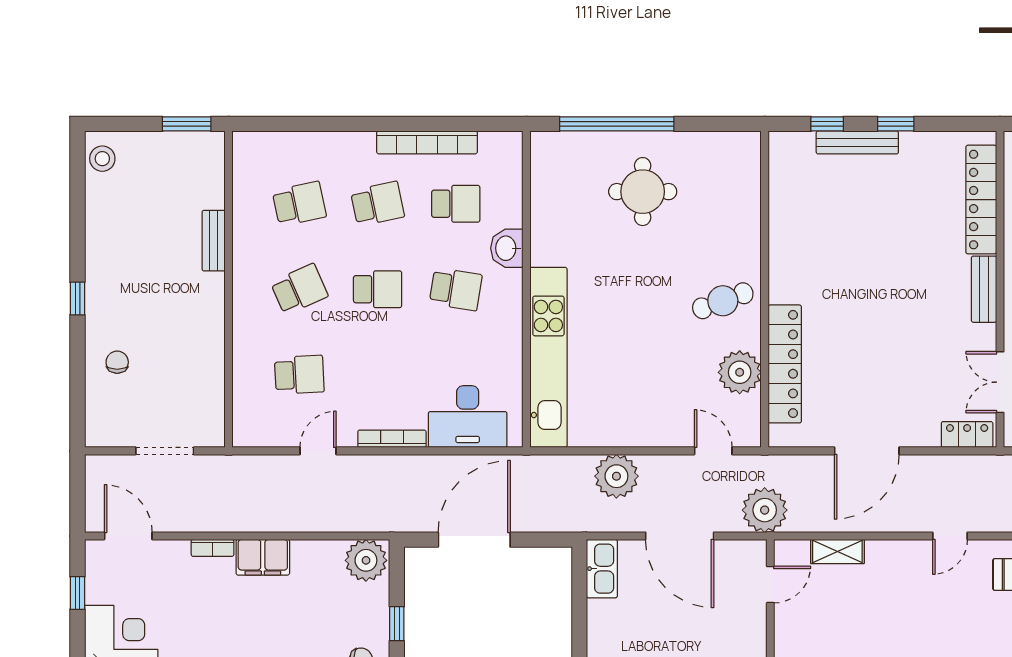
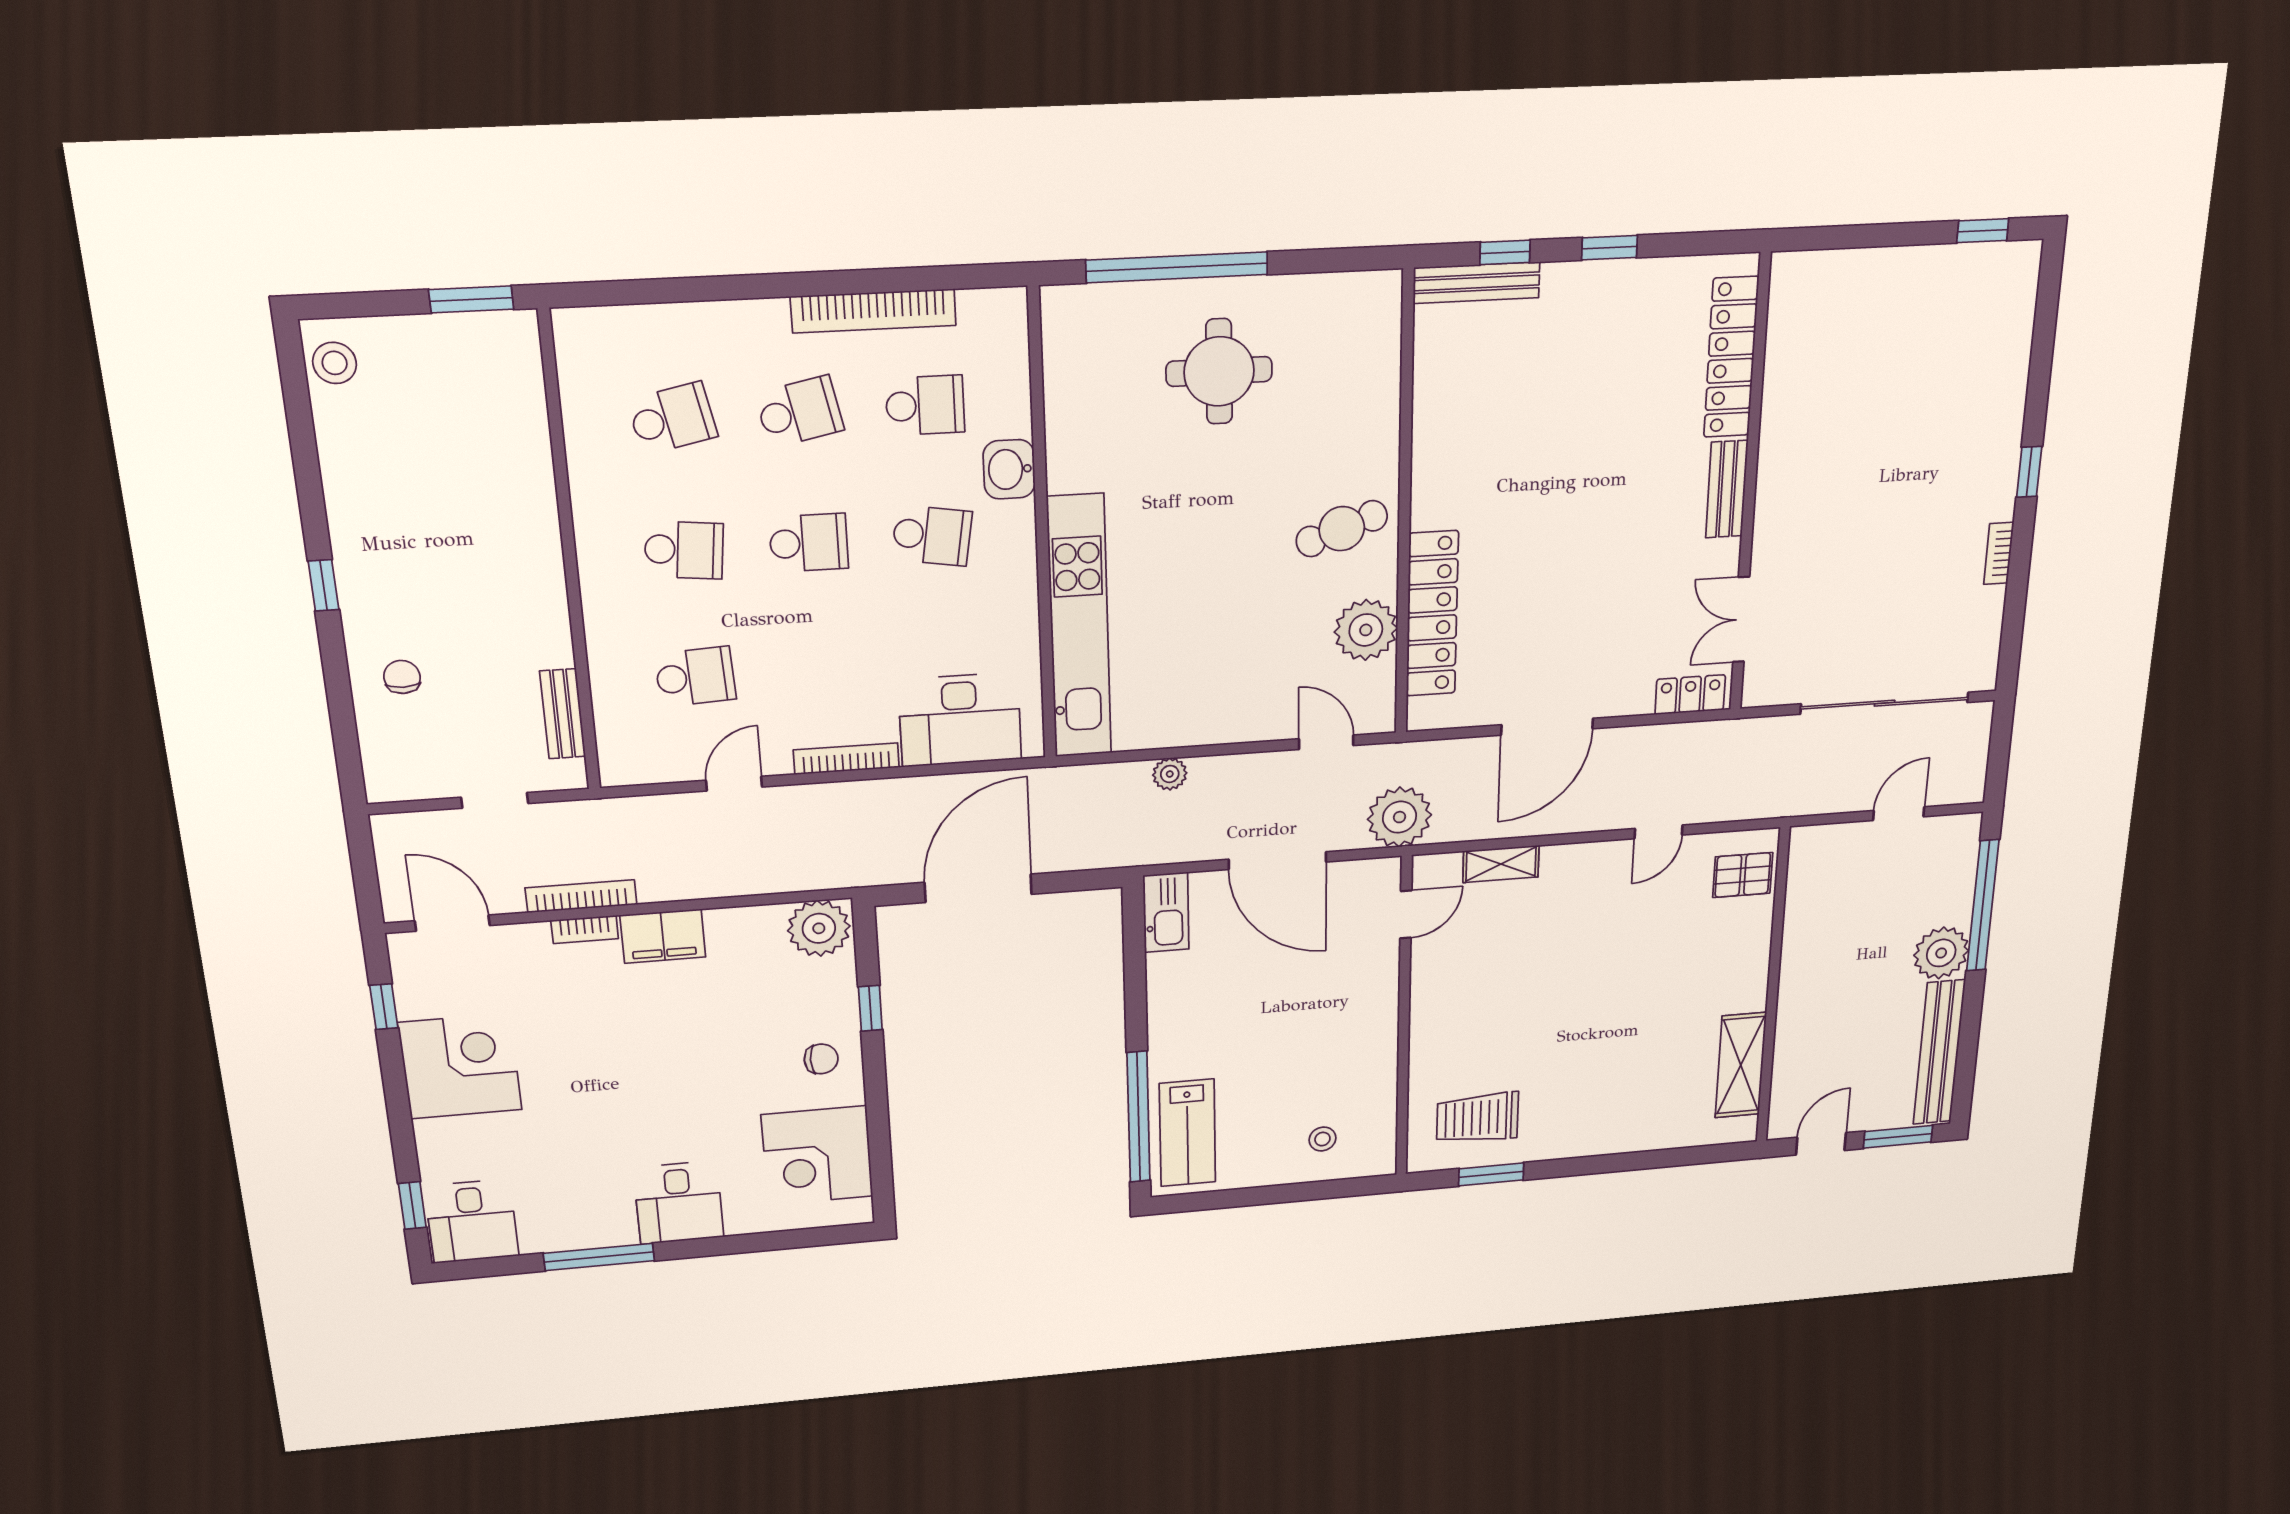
bench: (857, 142) -> (1476, 283), moved
bench: (214, 241) -> (563, 714), moved
school desk: (299, 289) -> (684, 550), turned 30
doorway: (165, 451) -> (495, 800), width x0.73
plant: (616, 476) -> (1170, 774), width x0.53, depth x0.53
bookcase: (213, 524) -> (581, 896), added

